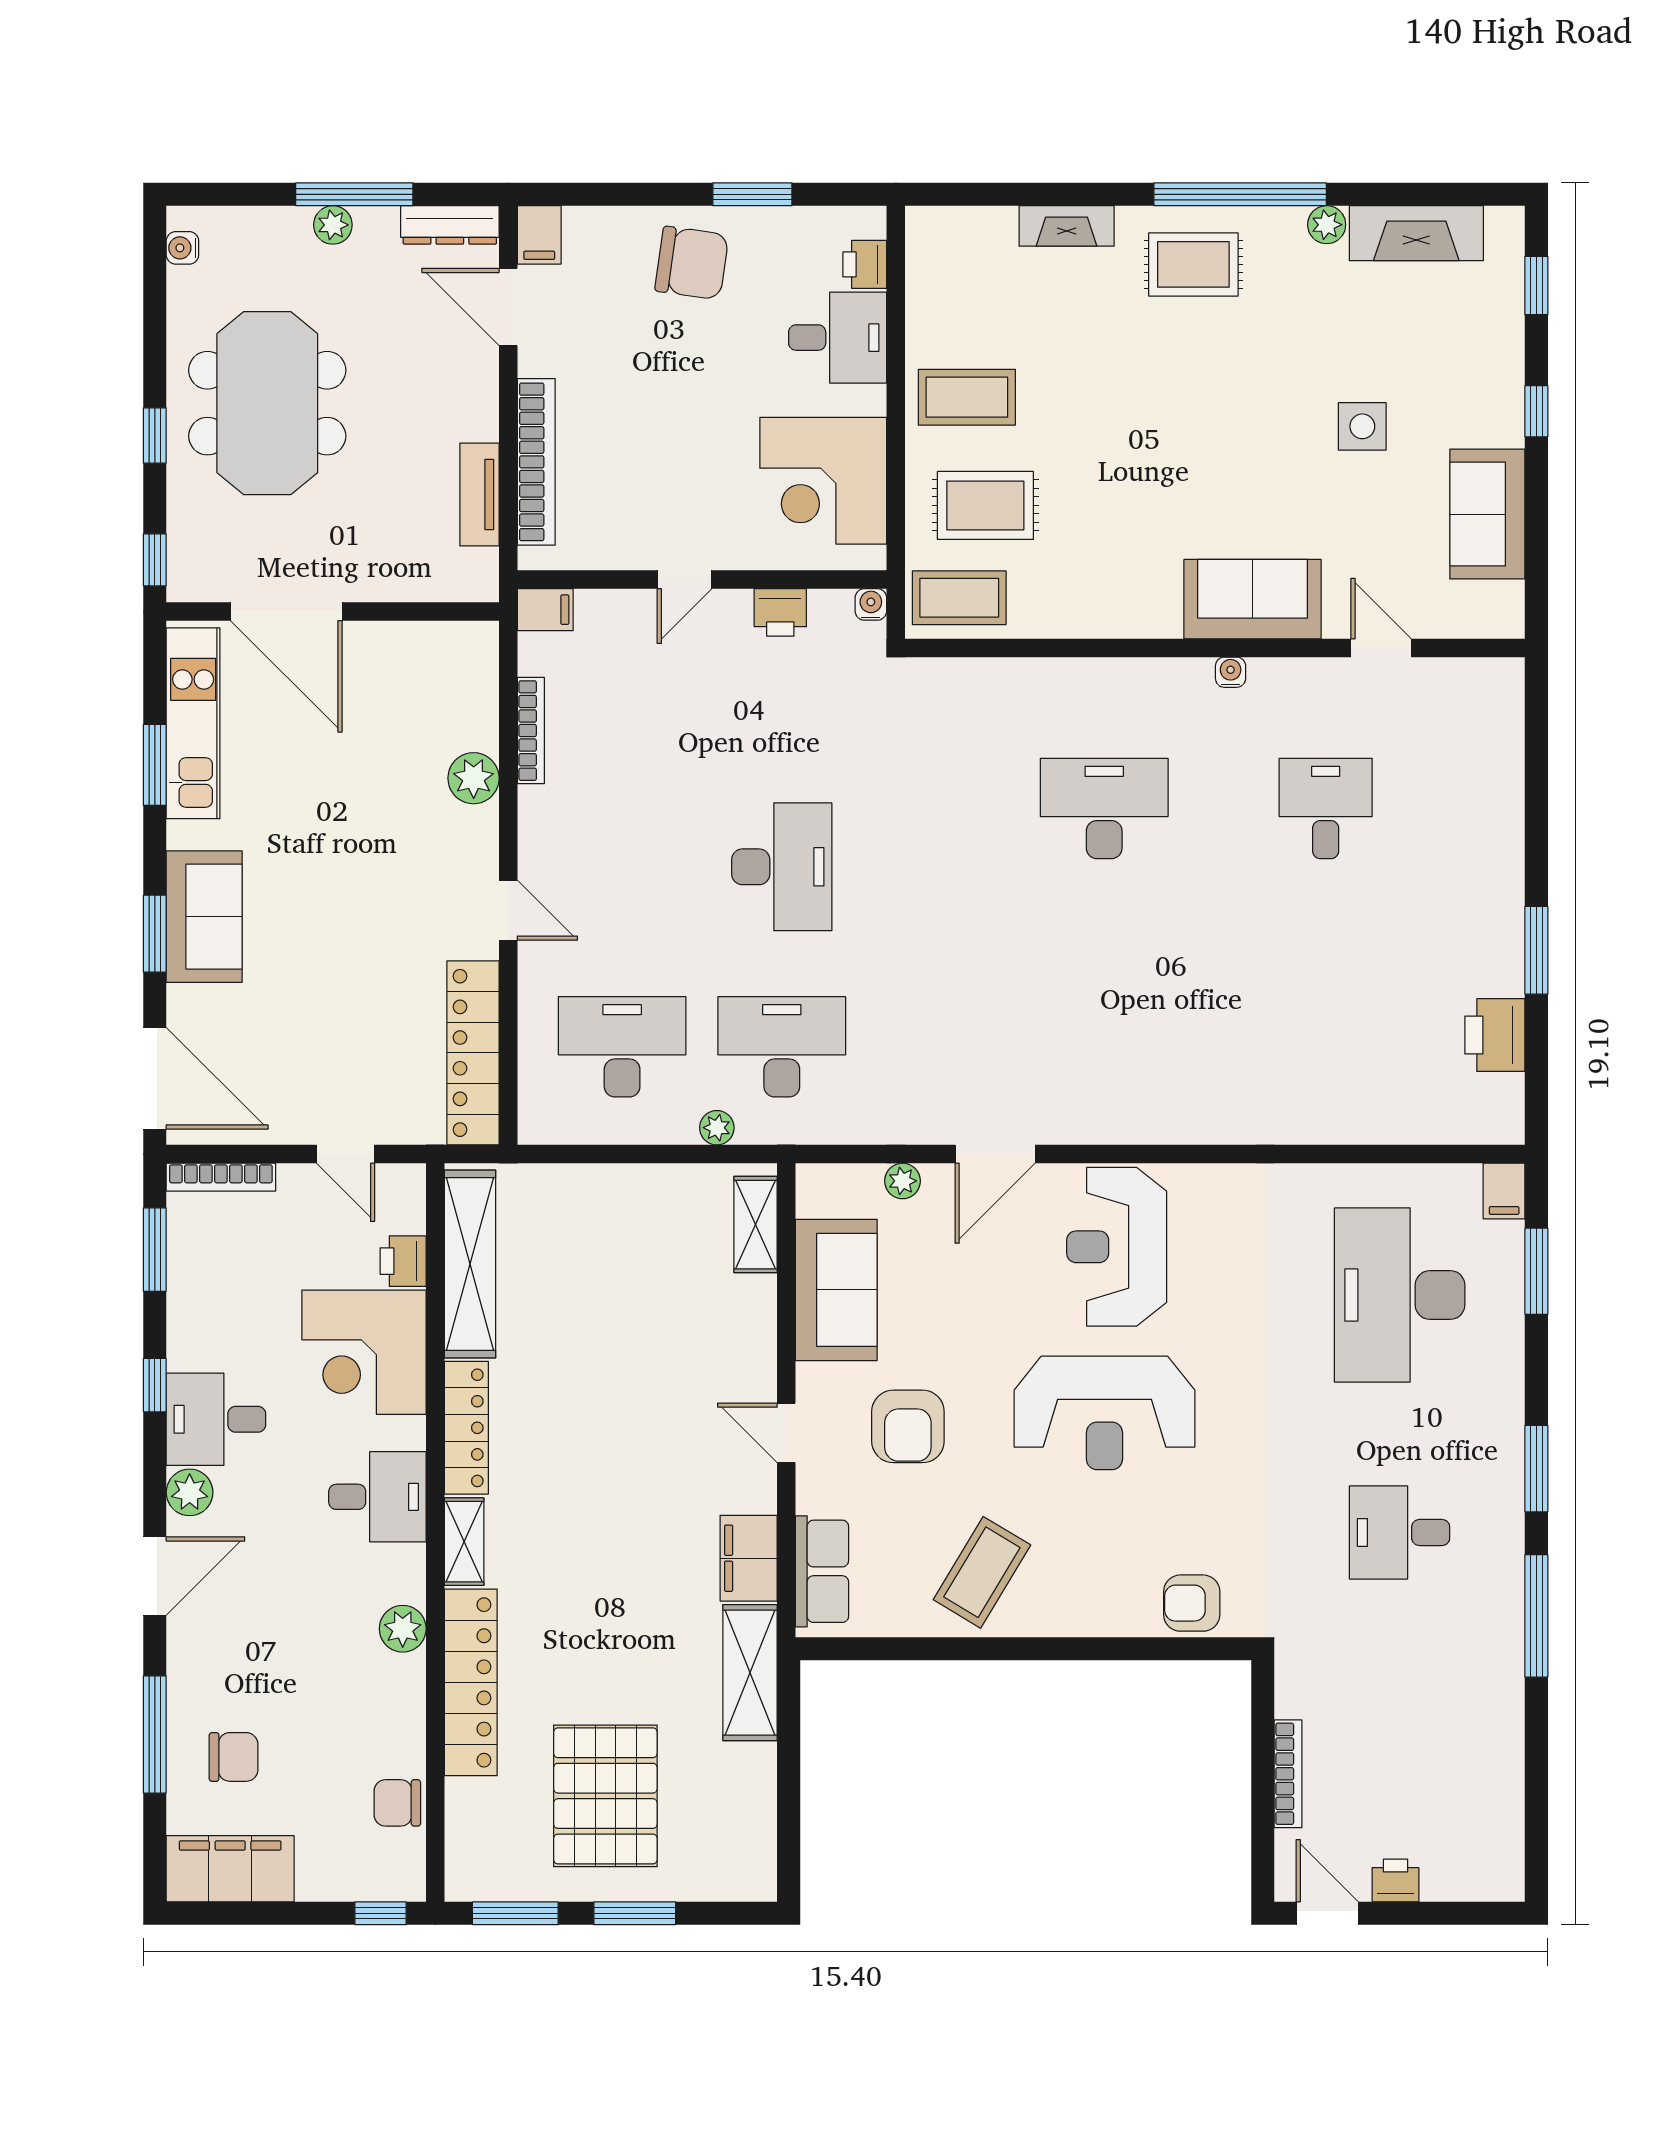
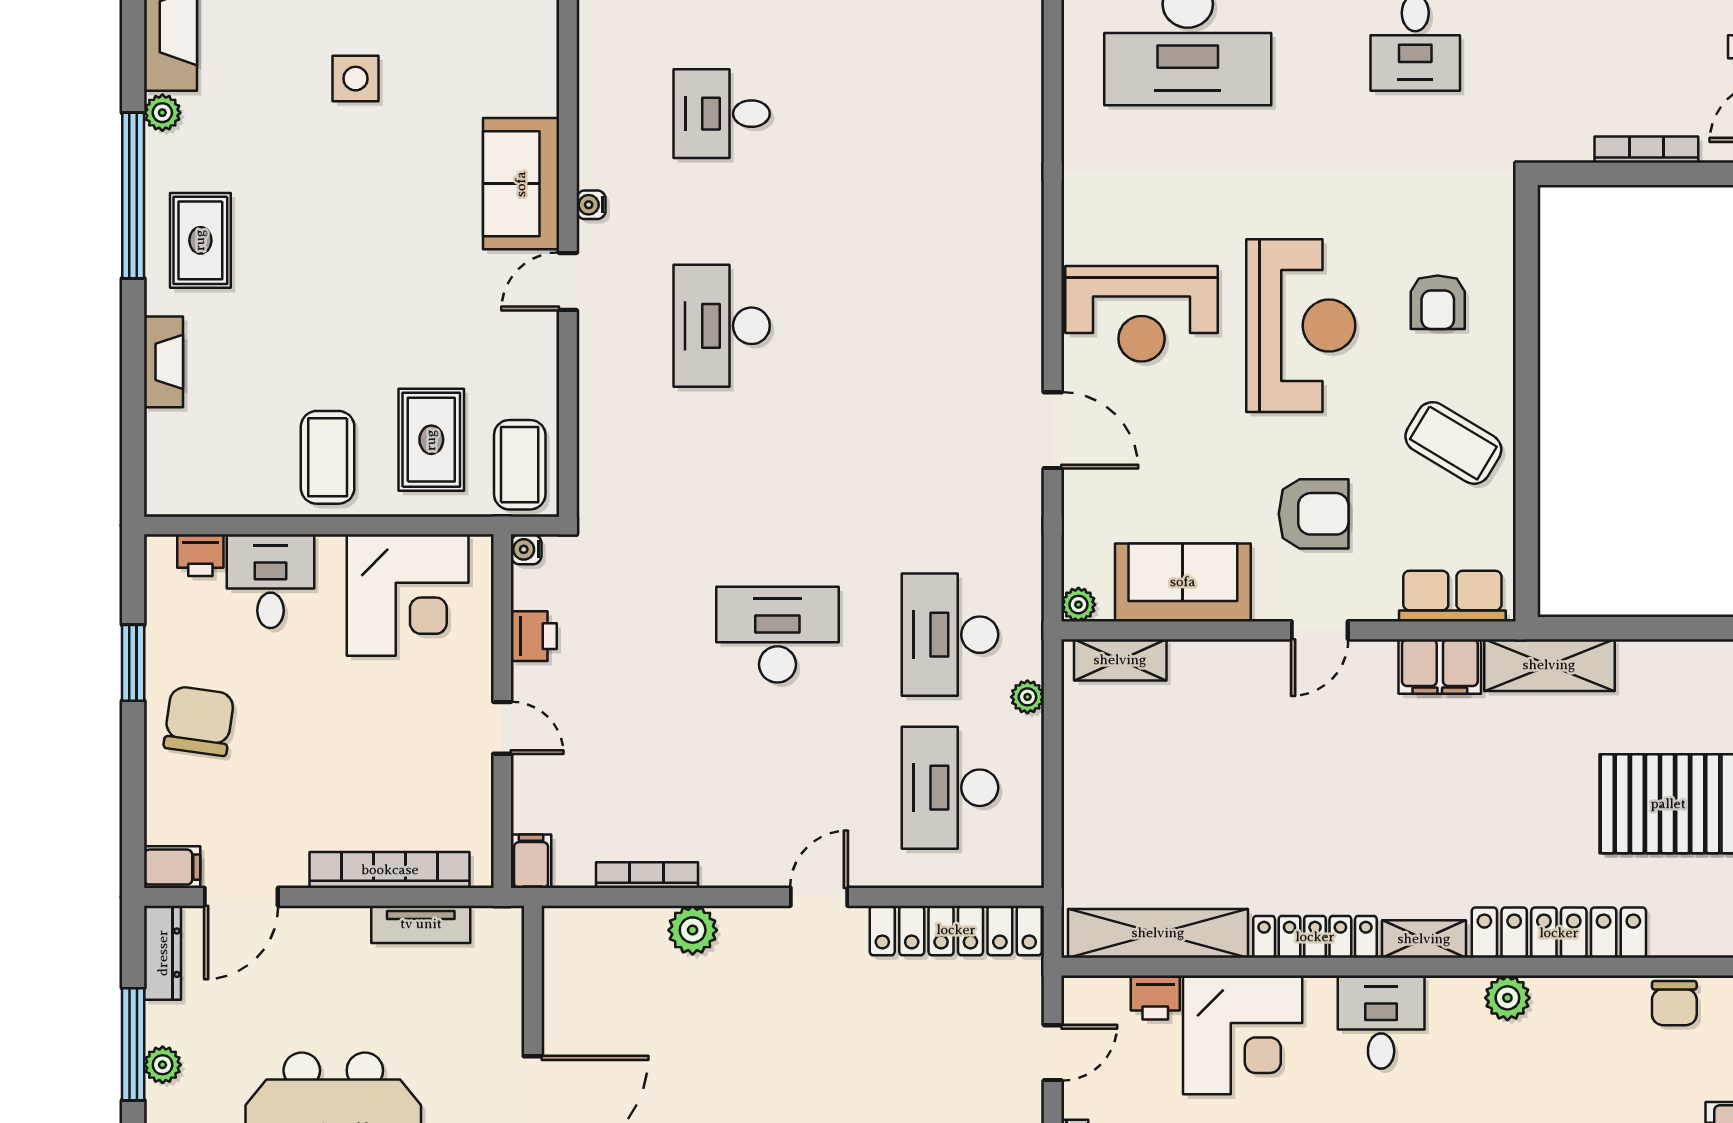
door: (1381, 648) -> (568, 281), moved
plant: (902, 1181) -> (1078, 605), moved
armchair: (1192, 1603) -> (1438, 302), moved

